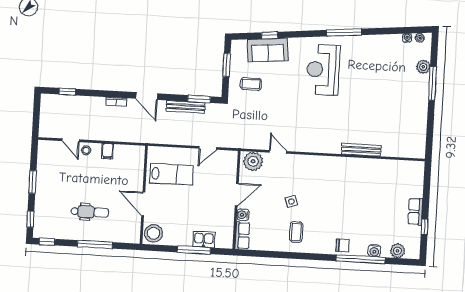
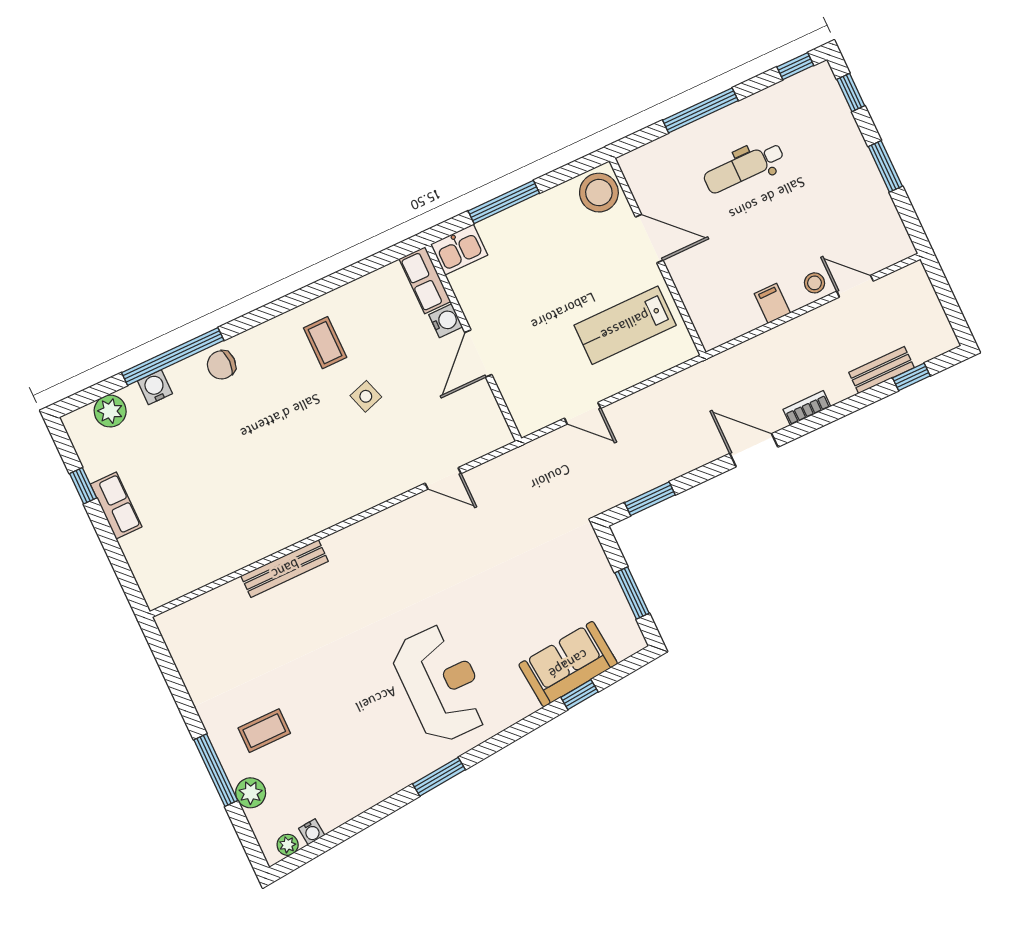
window: (344, 33) -> (439, 777), width x0.69
coffee table: (251, 84) -> (264, 731), moved
bench: (186, 107) -> (882, 370), moved, width x0.73
door: (208, 148) -> (583, 413), swing flipped
plant: (253, 161) -> (481, 434), removed
kitchen sink: (204, 239) -> (459, 250), moved

